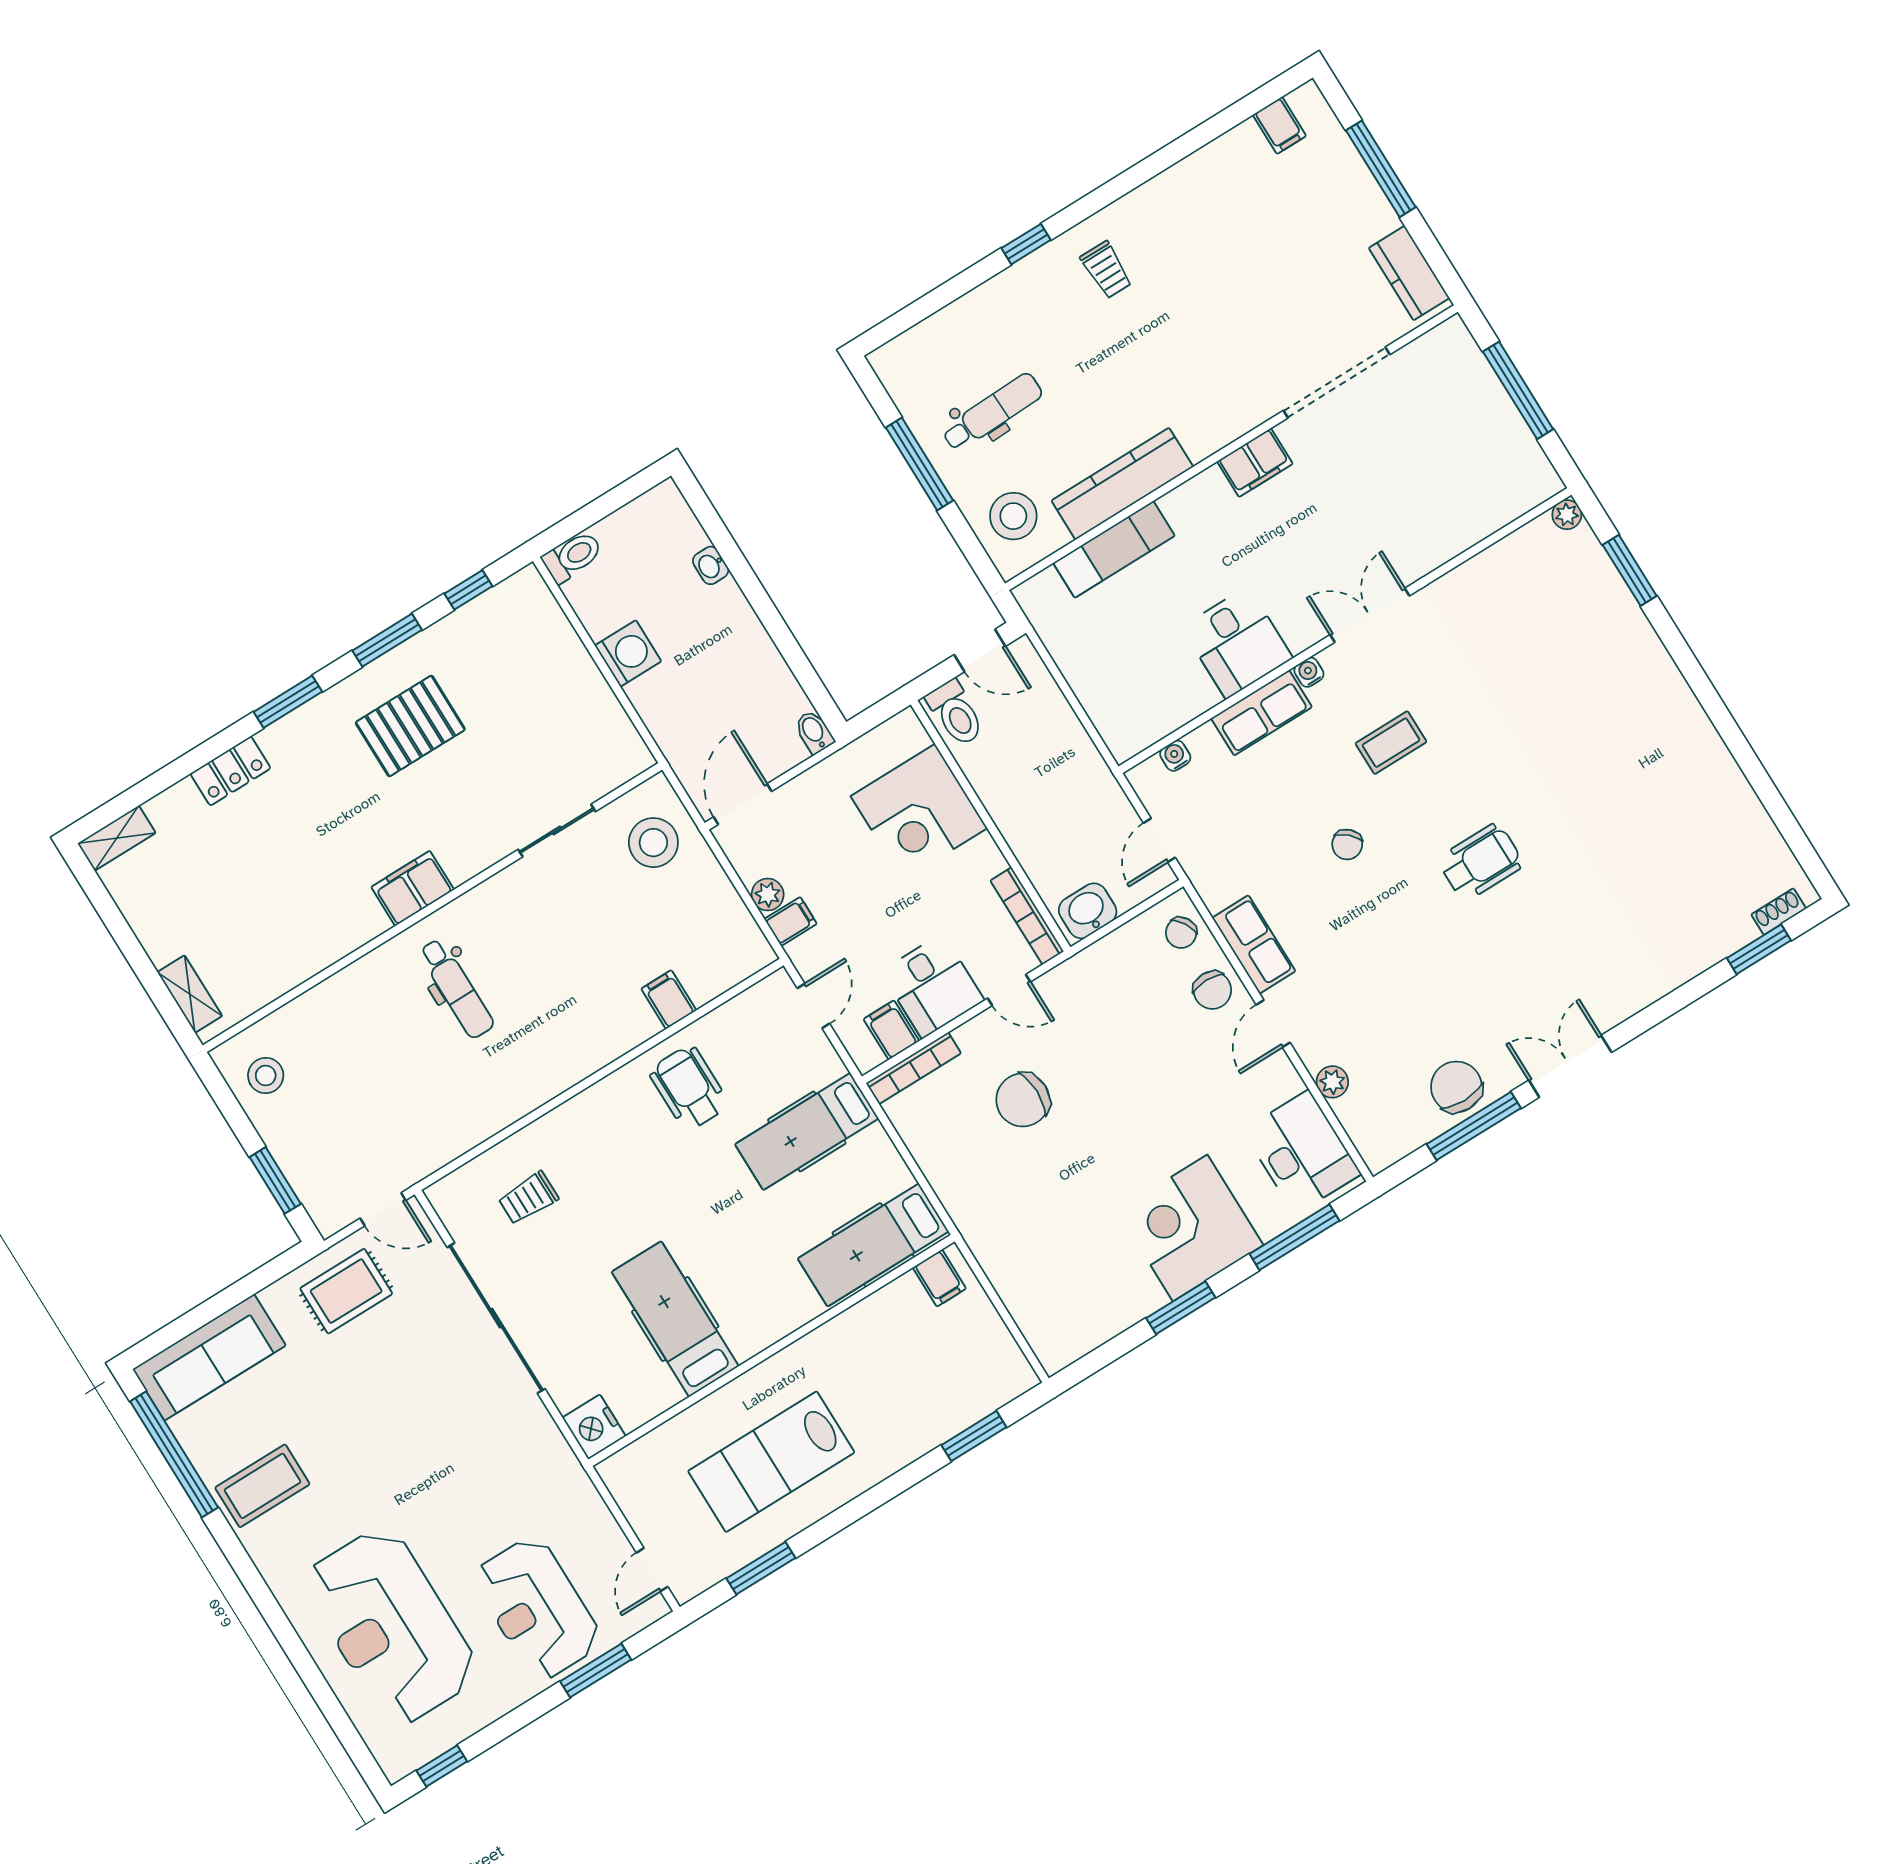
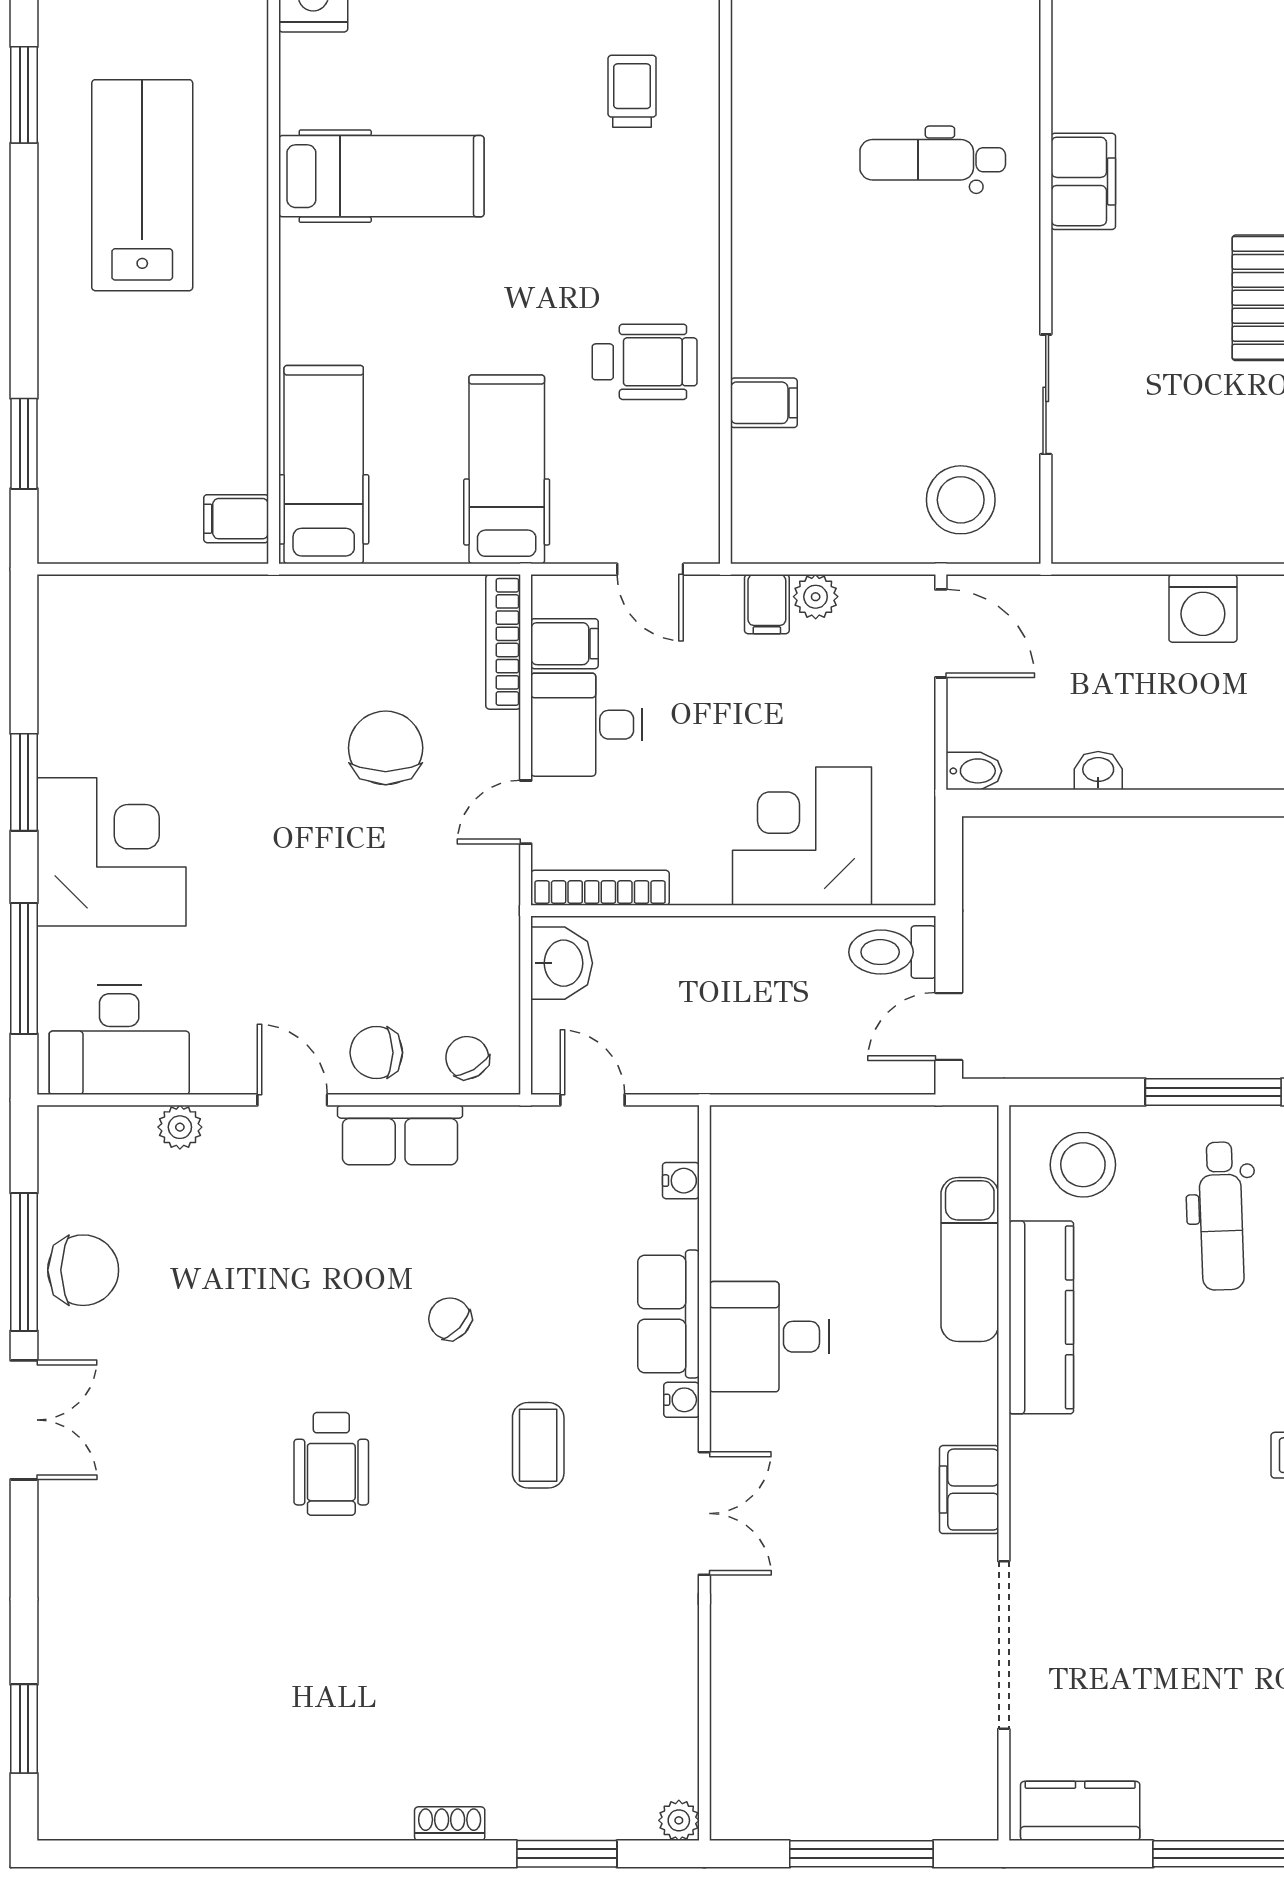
washbasin: (711, 565) -> (1098, 771), moved
shoe rack: (1779, 912) -> (450, 1824), moved, turned -90

